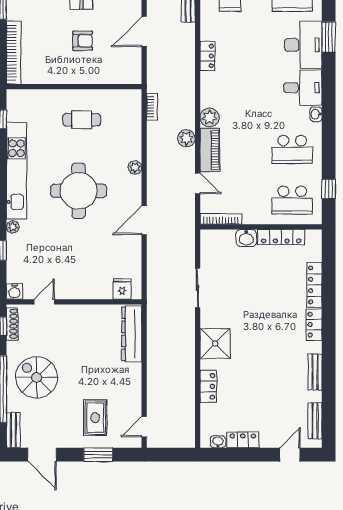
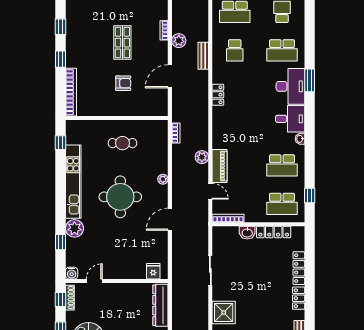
plant: (210, 117) -> (219, 141), removed
plant: (13, 227) -> (74, 228), width x1.88, depth x1.88

